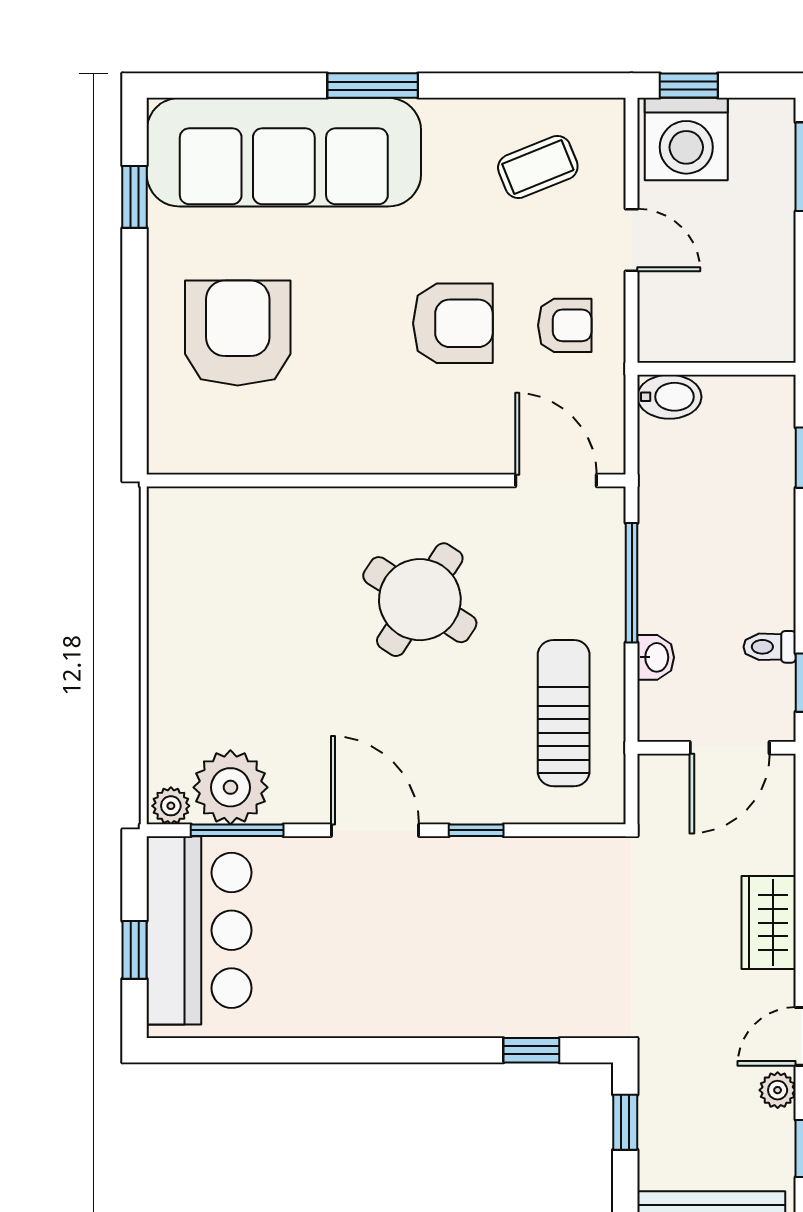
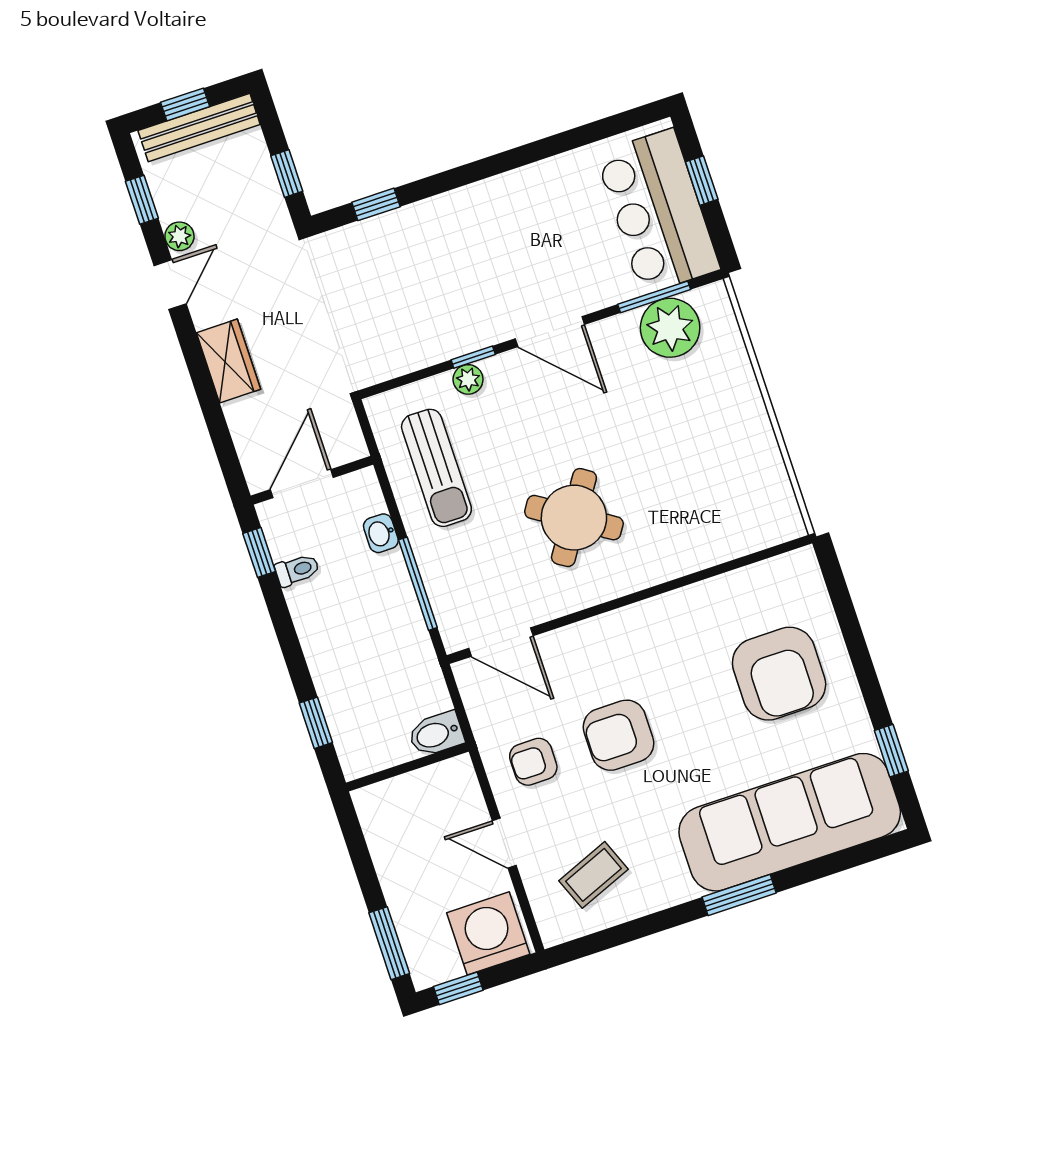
window: (689, 86) -> (458, 988), moved
plant: (171, 806) -> (468, 379), moved

